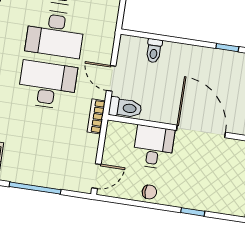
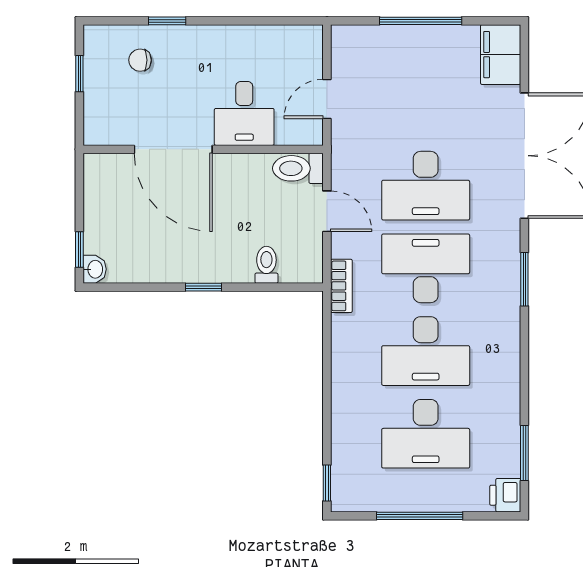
window: (227, 48) -> (203, 287), moved
bookcase: (96, 116) -> (341, 286), moved
door: (96, 176) -> (327, 99), moved
chair: (149, 192) -> (140, 60), moved

